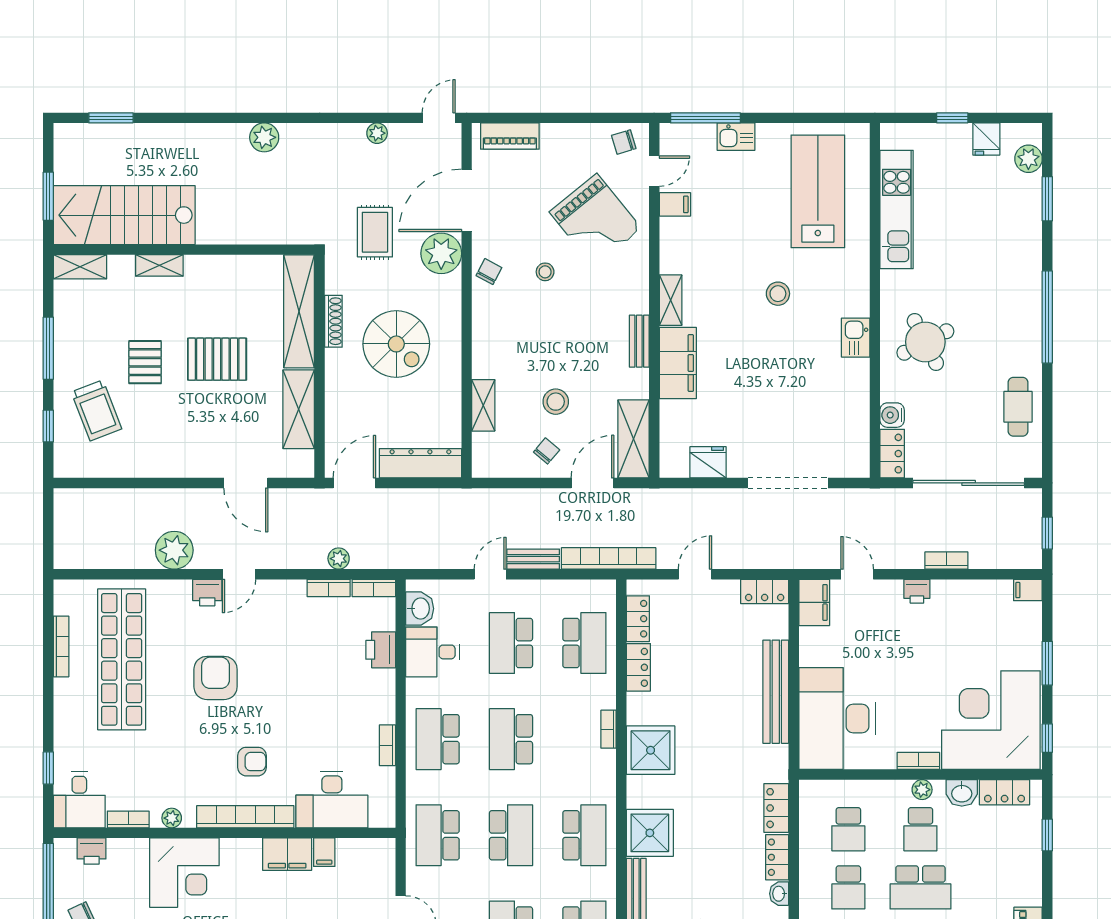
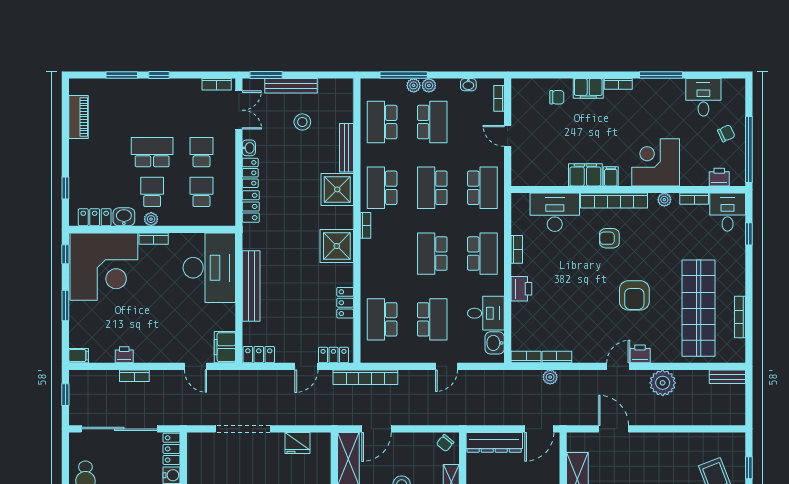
chair: (547, 451) -> (445, 443), moved
bench: (533, 559) -> (727, 377), moved
printer: (917, 591) -> (124, 355), moved
locker: (638, 619) -> (333, 355), moved, turned 90
printer: (381, 650) -> (521, 289), moved
bookcase: (609, 729) -> (365, 225), moved
school desk: (511, 739) -> (432, 254), turned 180
filing cabinet: (324, 852) -> (611, 176), moved

